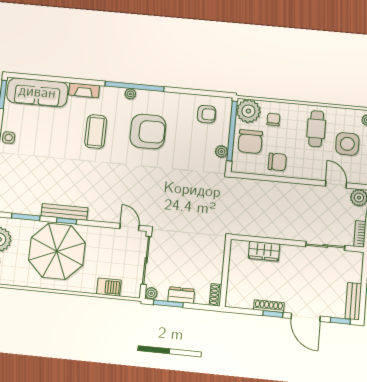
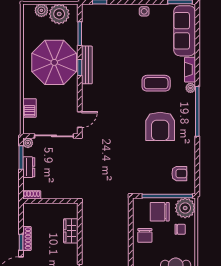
plant: (130, 94) -> (190, 88), moved
armchair: (207, 114) -> (179, 174), turned -90
plant: (221, 152) -> (149, 189), removed

